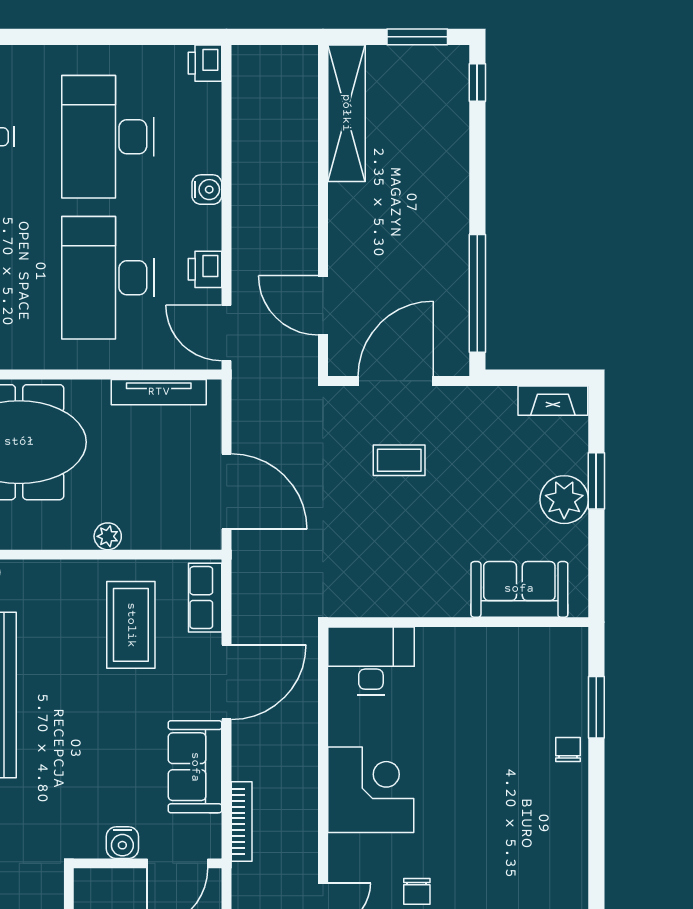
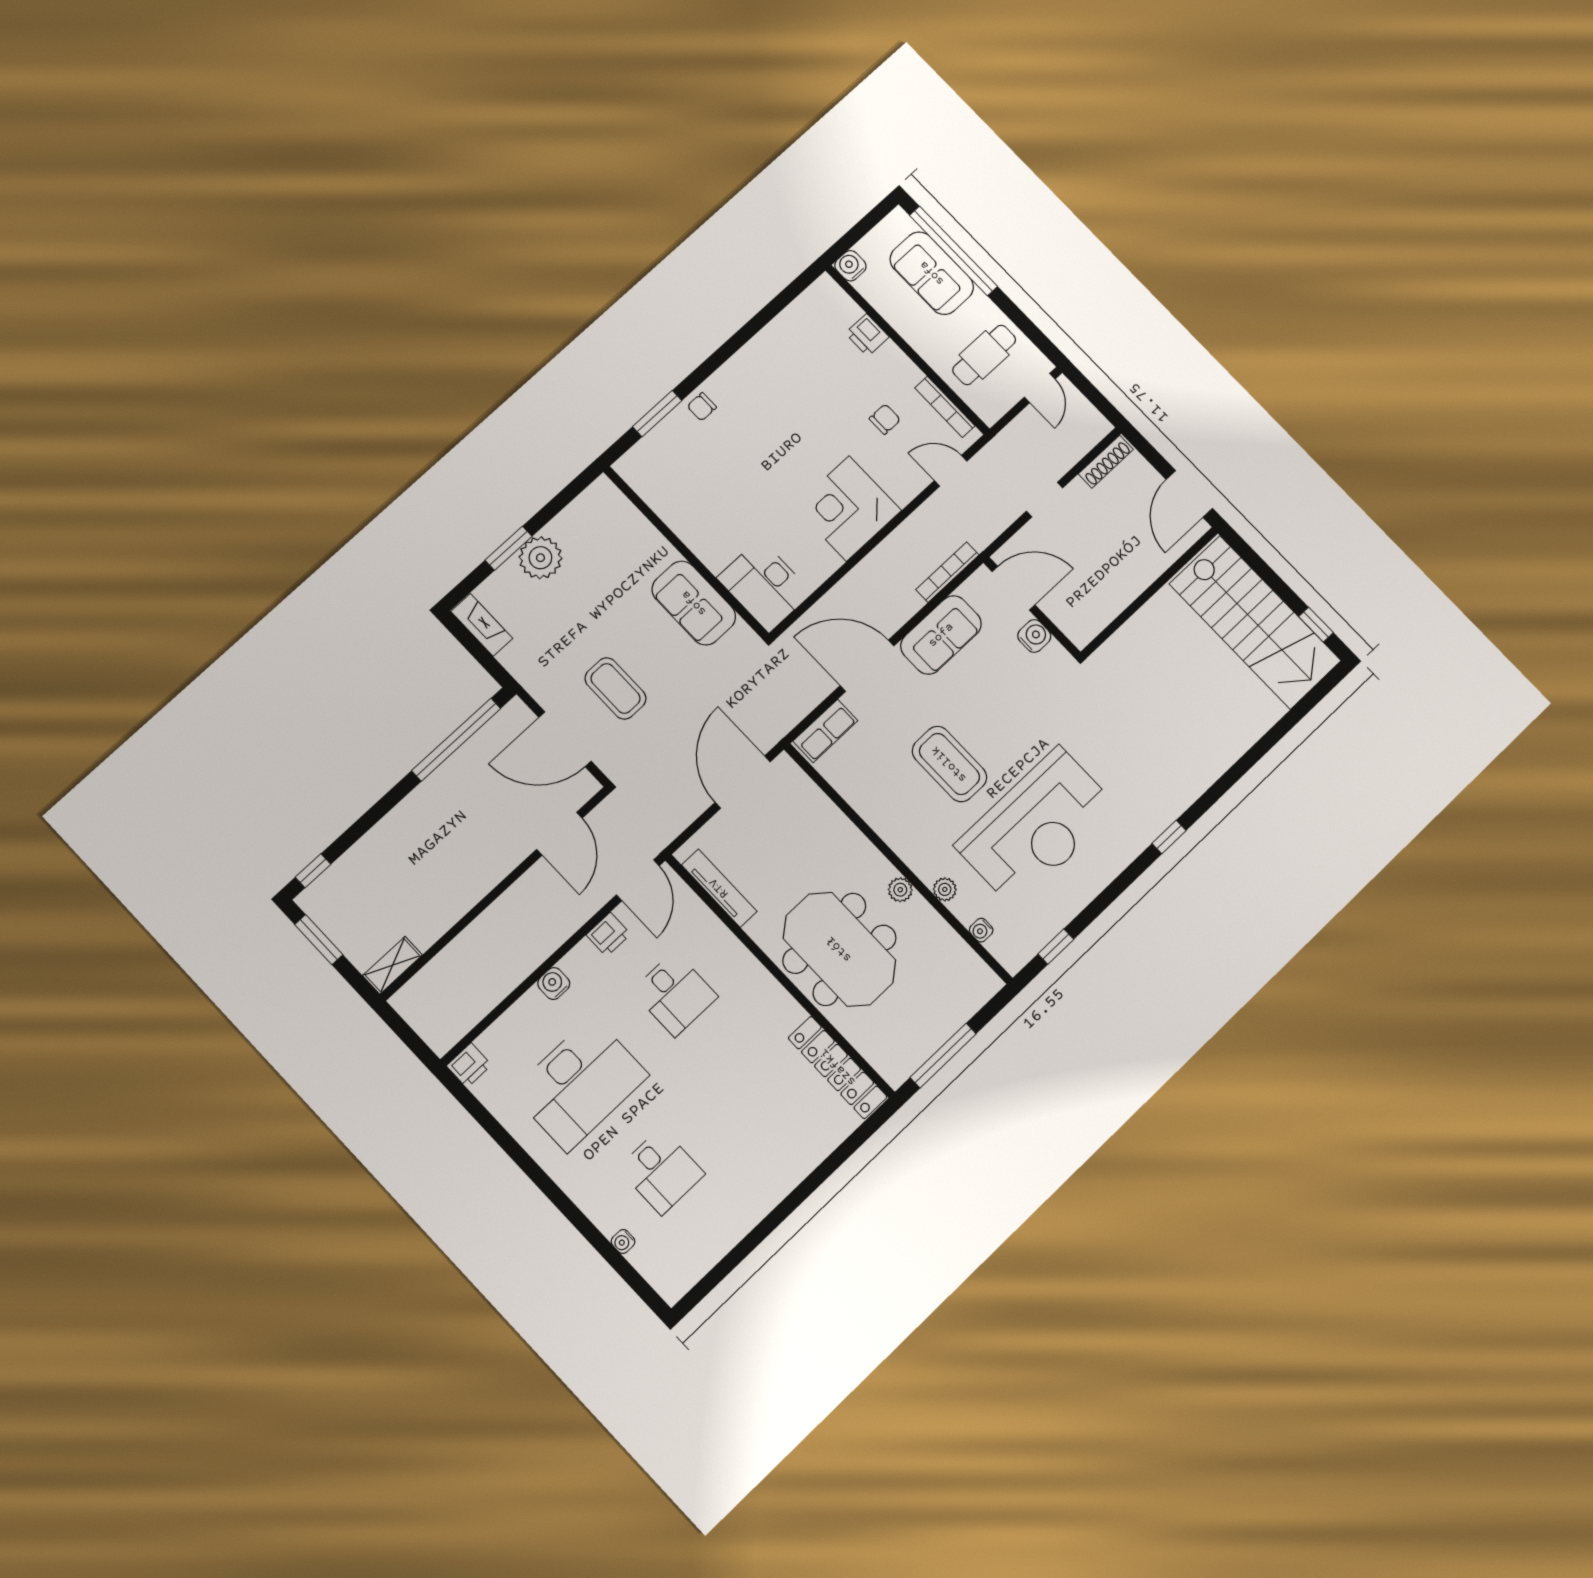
shelving: (346, 113) -> (392, 965), width x0.45, depth x0.75
desk: (108, 278) -> (675, 994), width x0.53, depth x0.77
coffee table: (399, 460) -> (616, 688), width x1.36, depth x1.30
plant: (108, 536) -> (900, 890), moved
sofa: (519, 589) -> (694, 603), moved
coffee table: (131, 625) -> (949, 764), moved, turned 90

